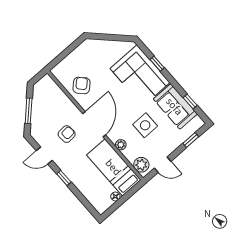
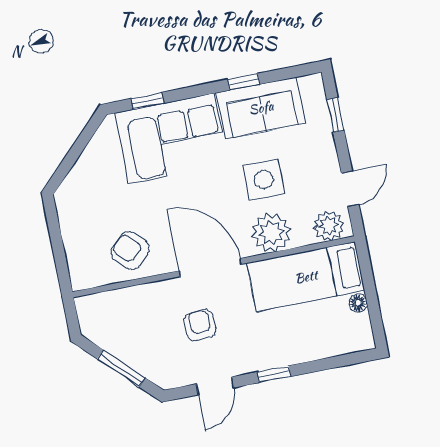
window: (157, 64) -> (147, 101), moved
window: (190, 101) -> (244, 82), moved
plant: (121, 145) -> (271, 233), width x1.87, depth x1.87

